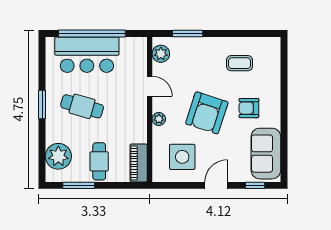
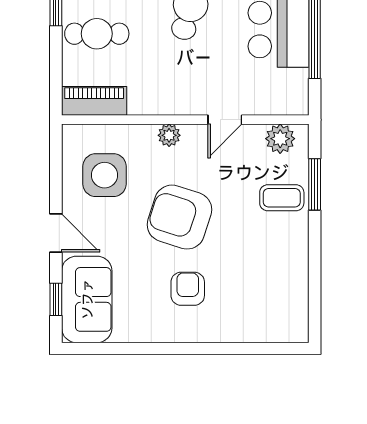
coffee table: (240, 63) -> (282, 198), moved, turned 90
sofa: (266, 154) -> (87, 299), moved, turned 90

